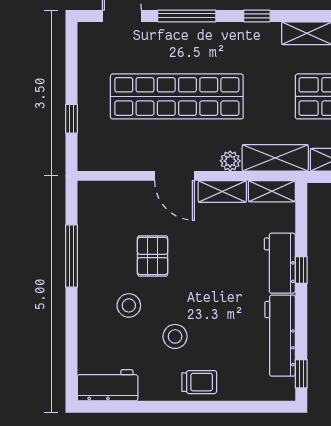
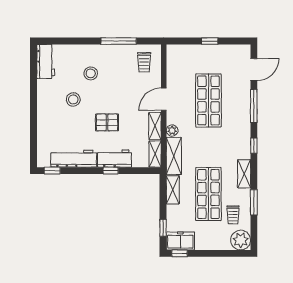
shop shelf: (177, 96) -> (208, 100), width x0.71
window: (71, 119) -> (210, 41), moved
pallet: (153, 256) -> (107, 122), moved
trolley: (199, 382) -> (144, 62), moved

